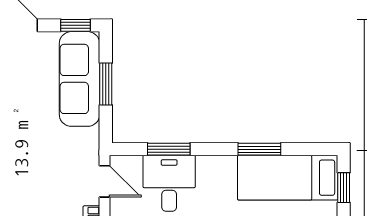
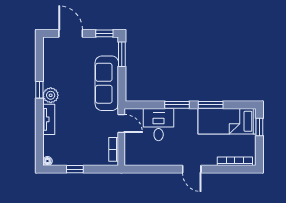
sofa: (80, 79) -> (107, 83), moved
window: (106, 84) -> (122, 54), moved
window: (169, 149) -> (177, 105), moved

